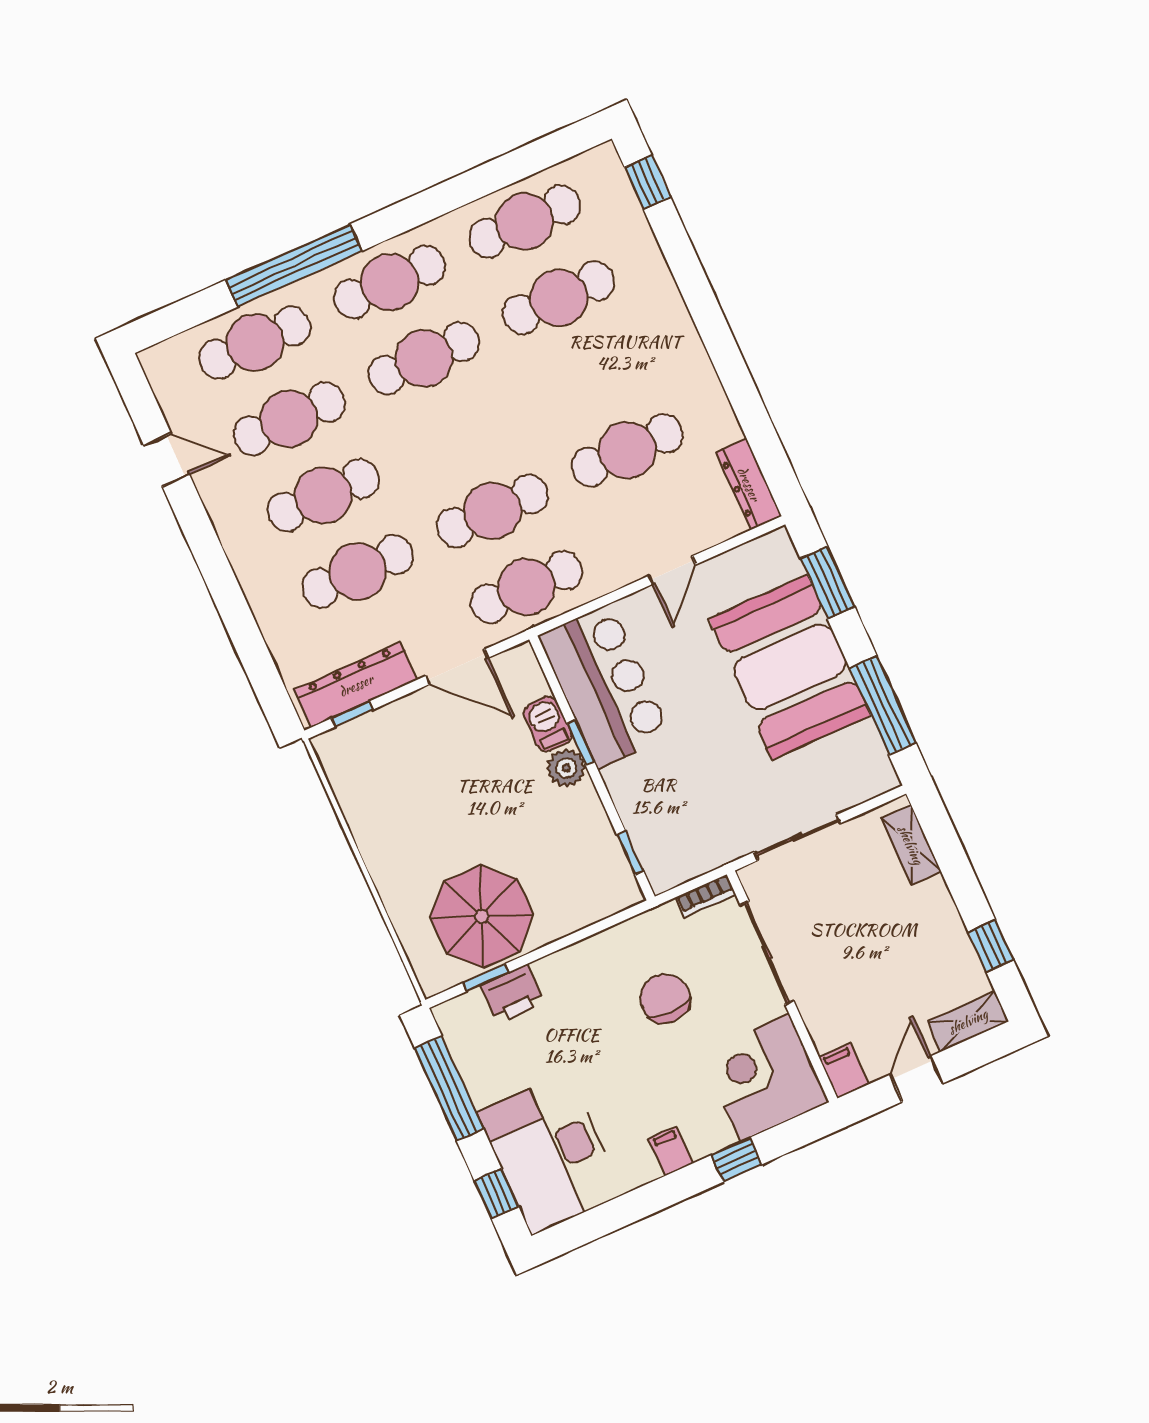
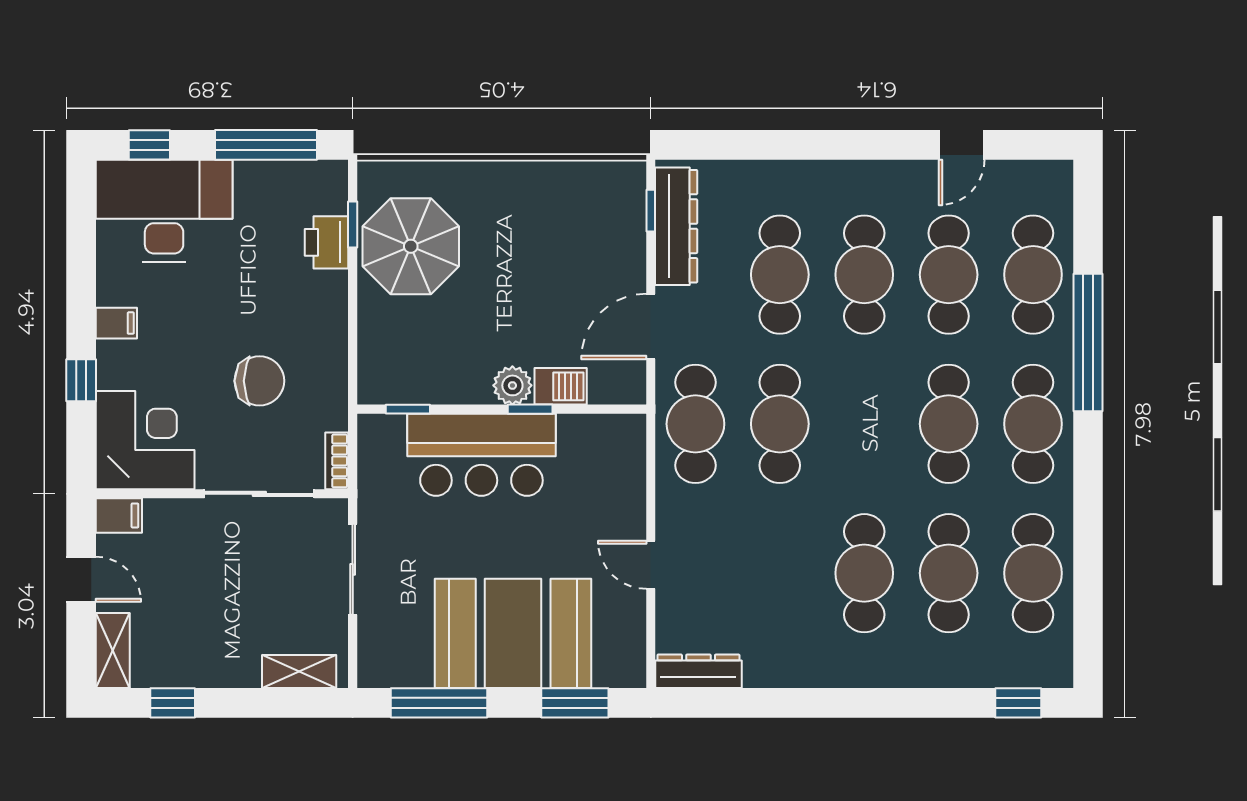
cafe table: (627, 450) -> (864, 573), moved
bar counter: (605, 686) -> (481, 455), moved

